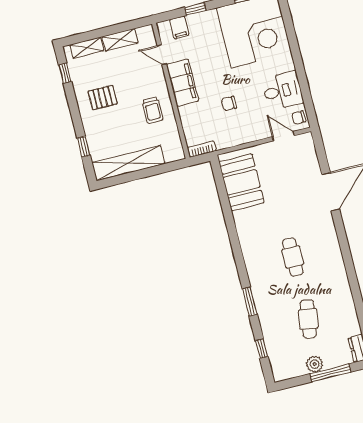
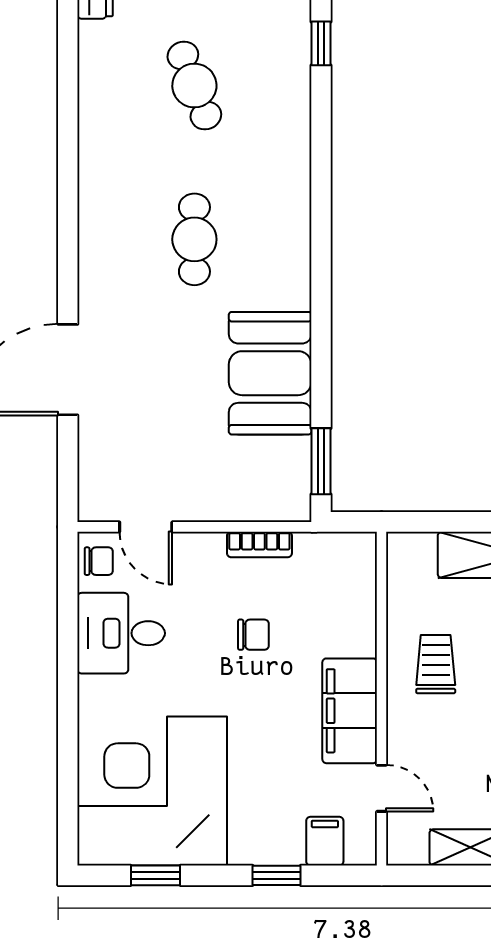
bookcase: (202, 149) -> (259, 544), moved
booth: (242, 182) -> (270, 373), moved
window: (250, 302) -> (321, 461), moved
cafe table: (308, 319) -> (194, 86), turned -30

